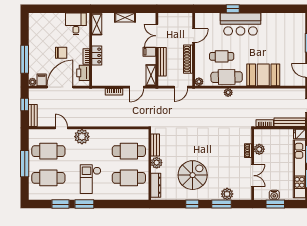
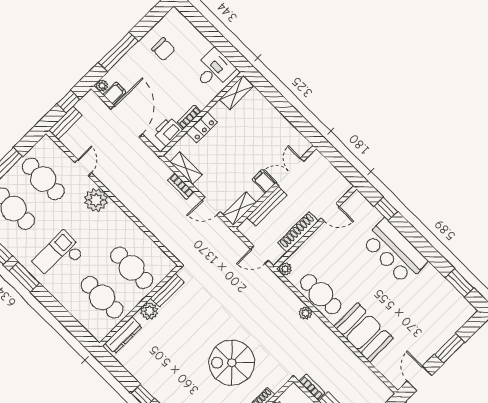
window: (233, 9) -> (386, 209), moved
window: (284, 9) -> (459, 283), added
shelving: (125, 18) -> (186, 168), moved
chair: (61, 53) -> (163, 49), moved
cafe table: (222, 56) -> (338, 266), removed
door: (60, 87) -> (127, 121), hinge flipped
spiral stairs: (193, 175) -> (232, 363), moved, turned 180

